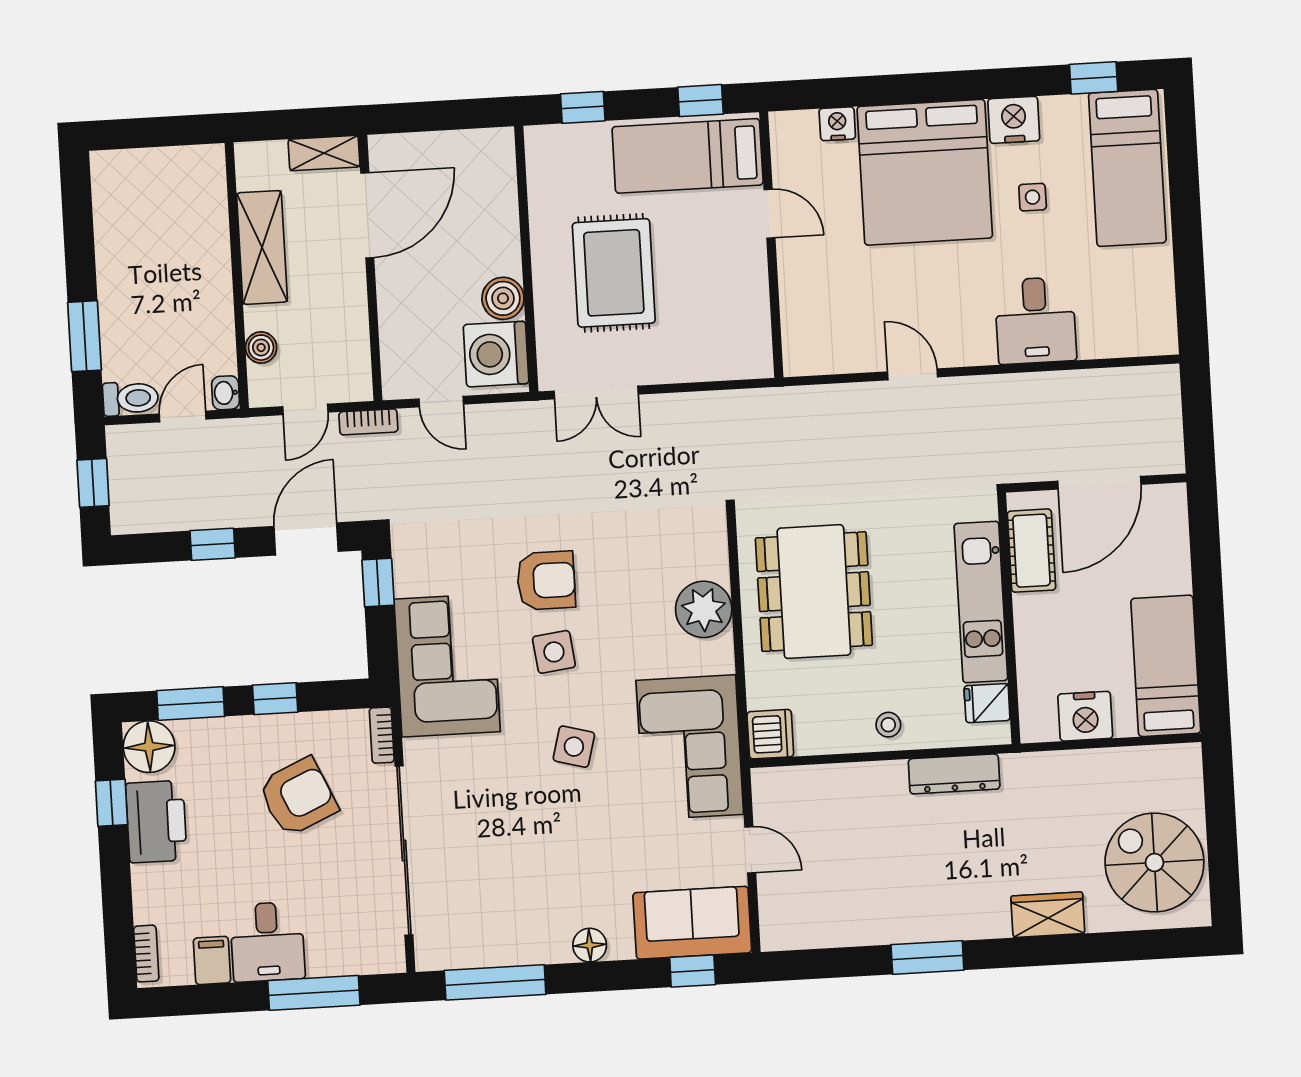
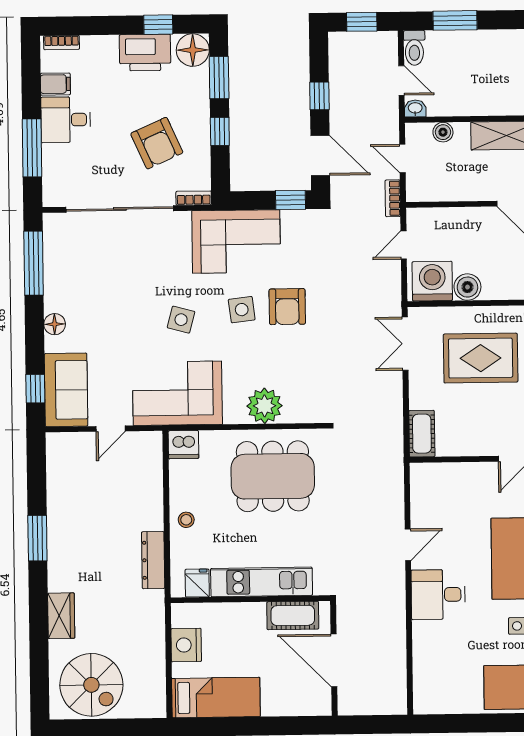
desk: (1035, 321) -> (438, 595), moved
cot: (737, 360) -> (422, 434), added
spiral stairs: (1154, 862) -> (91, 685), turned 90

